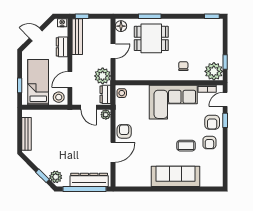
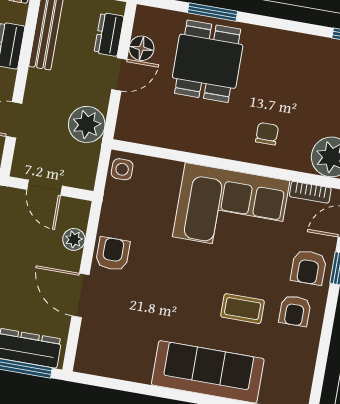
floor lamp: (121, 26) -> (141, 48), moved
dining table: (151, 38) -> (208, 61), turned 90
dresser: (105, 94) -> (109, 34), moved
plant: (106, 115) -> (74, 239), moved
door: (113, 152) -> (81, 295), swing flipped

